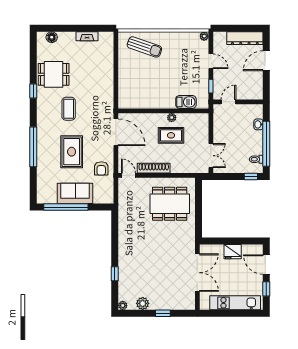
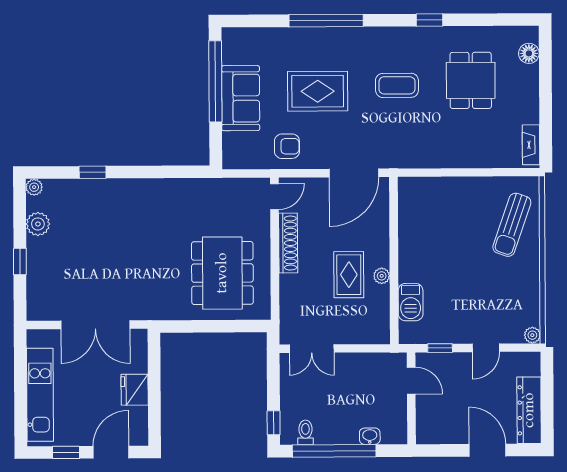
fireplace: (87, 36) -> (531, 145), moved
dining table: (54, 74) -> (471, 80), moved
armchair: (101, 168) -> (287, 146), turned 180

